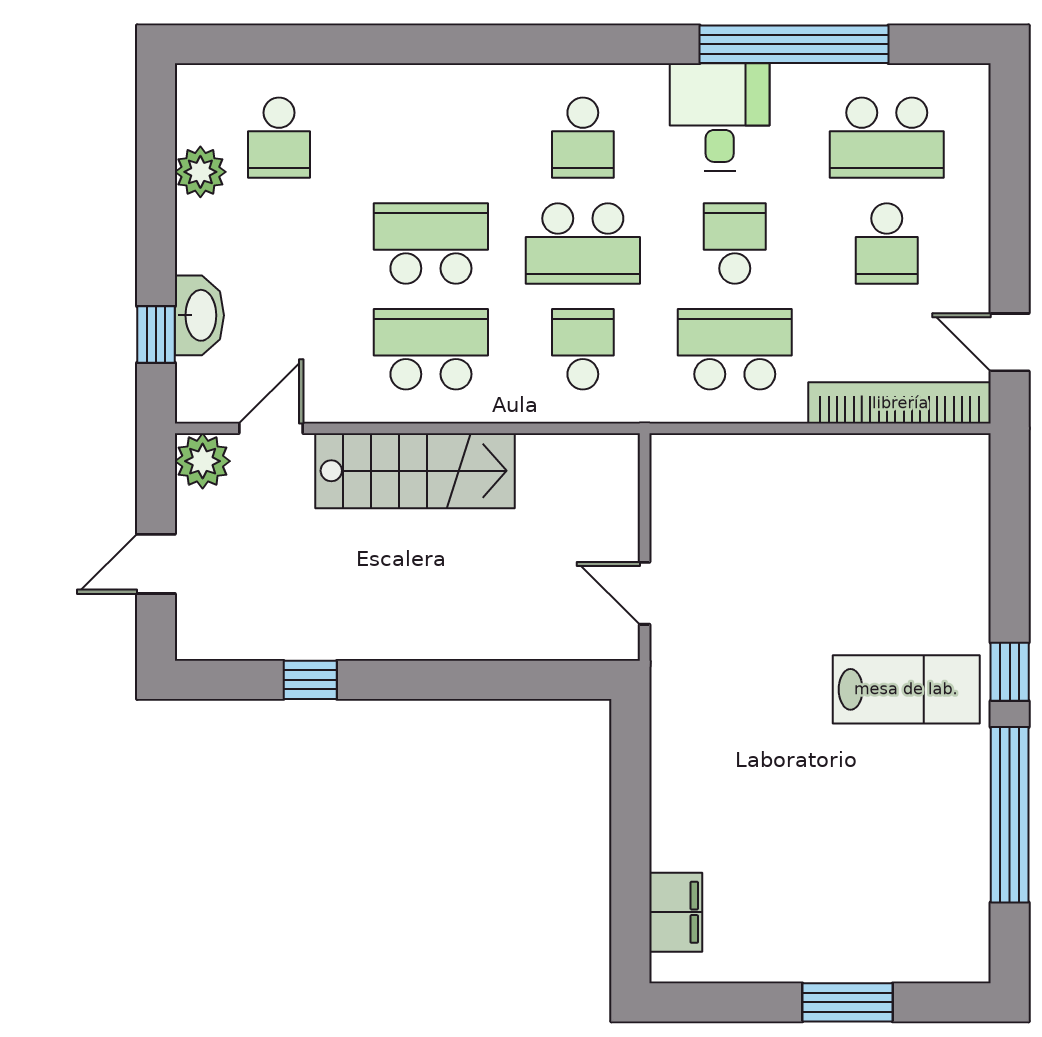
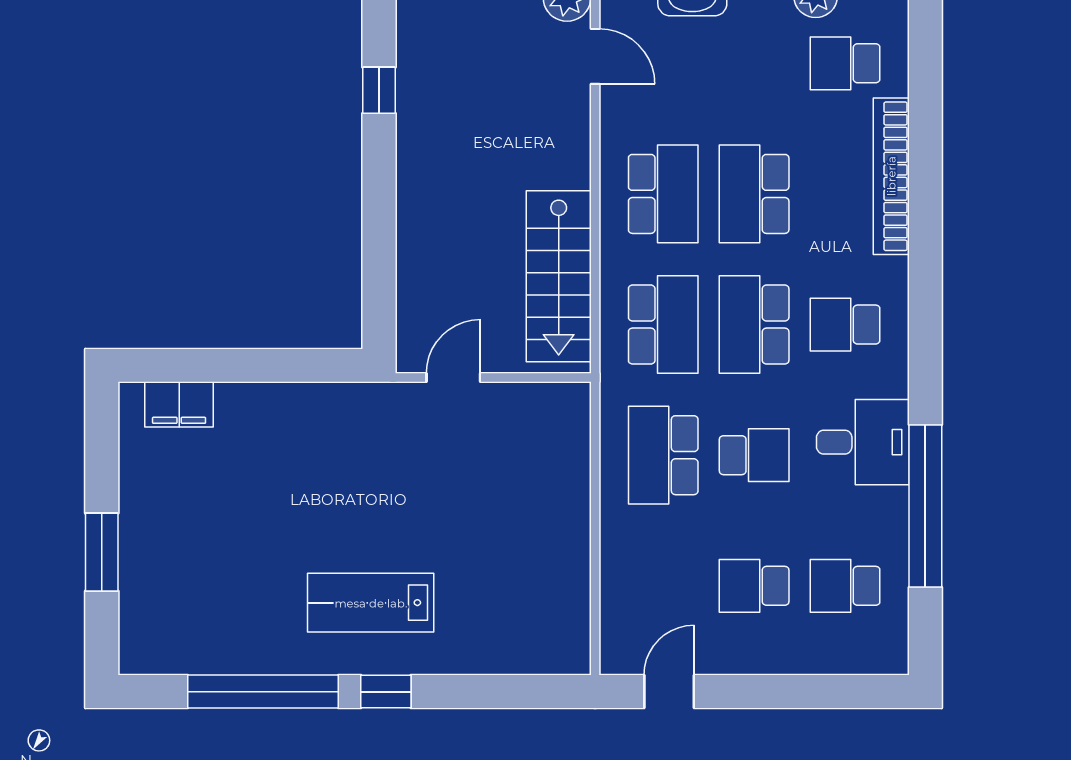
school desk: (887, 138) -> (845, 586), width x0.54
school desk: (431, 243) -> (754, 194), turned 180
school desk: (583, 349) -> (663, 325), width x1.85
school desk: (735, 349) -> (663, 455), turned 180
bookcase: (900, 403) -> (891, 176), moved, turned 180
stairs: (415, 471) -> (559, 276), moved
lab bench: (906, 689) -> (371, 603), turned 90

